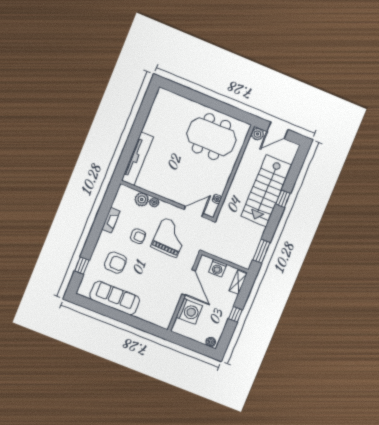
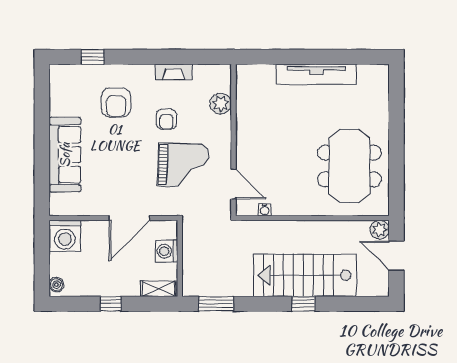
tv unit: (137, 159) -> (316, 74), moved
plant: (154, 202) -> (224, 123), removed
sofa: (115, 298) -> (65, 155), moved
washing machine: (189, 311) -> (65, 236), moved

